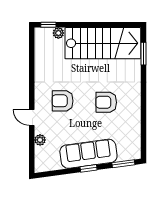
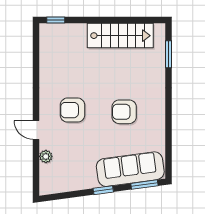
plant: (58, 33) -> (68, 30), removed
stairs: (103, 43) -> (120, 36), width x0.73, depth x0.66
sofa: (88, 154) -> (130, 169), moved

